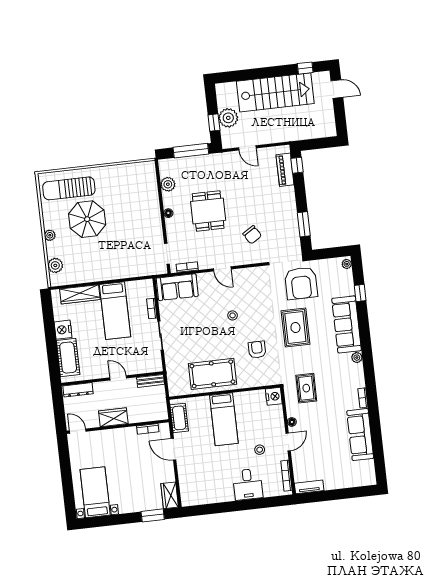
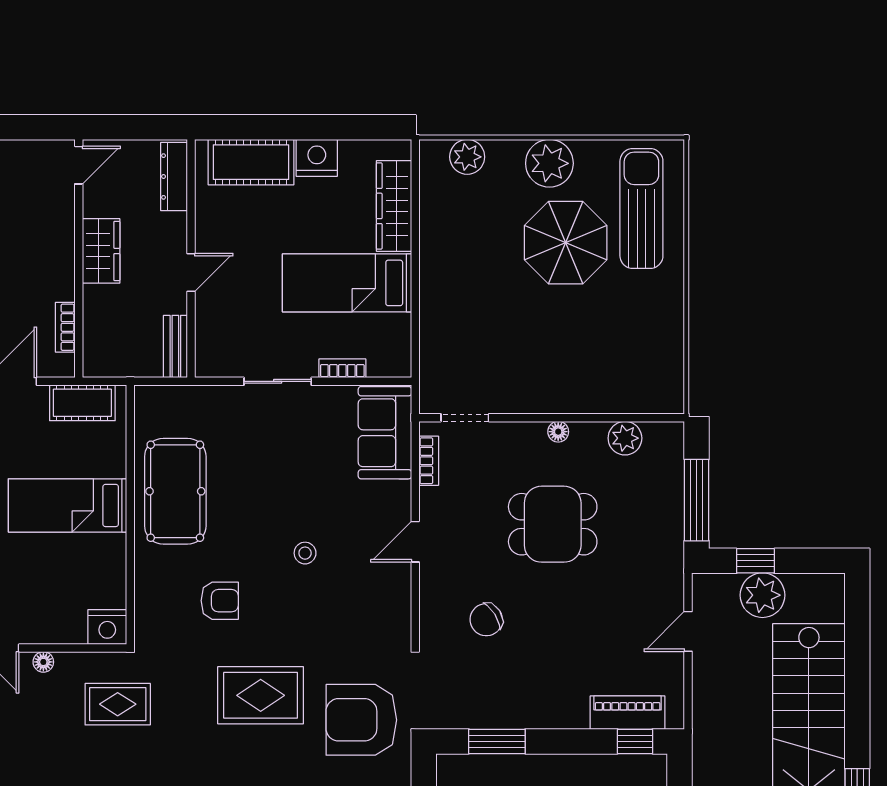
plant: (50, 235) -> (549, 163), width x1.88, depth x1.88

